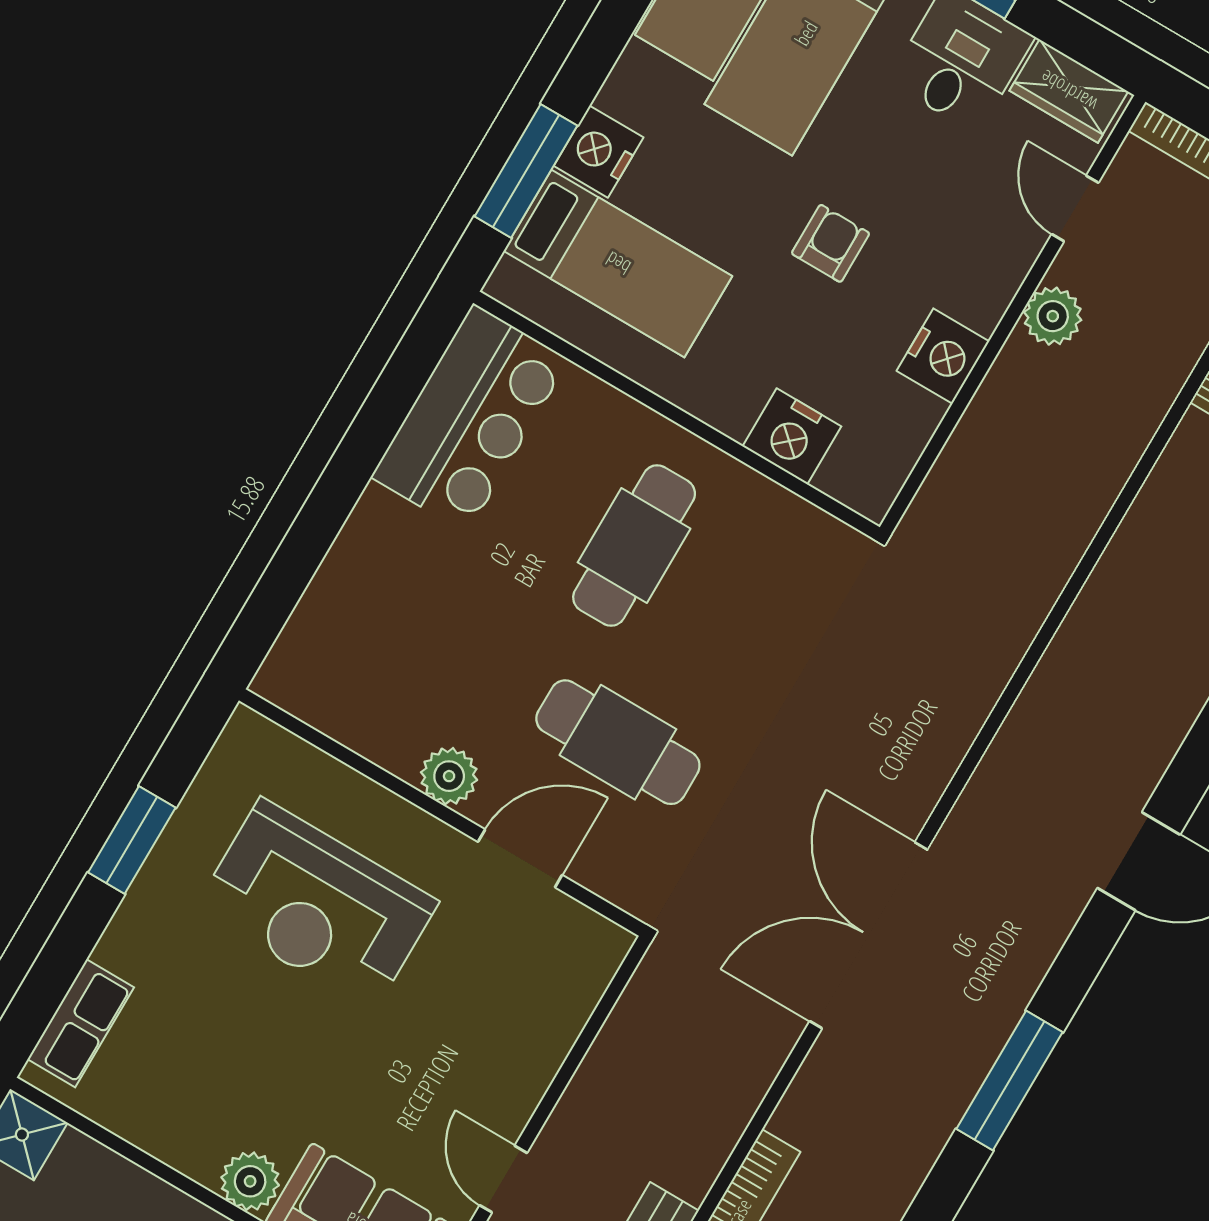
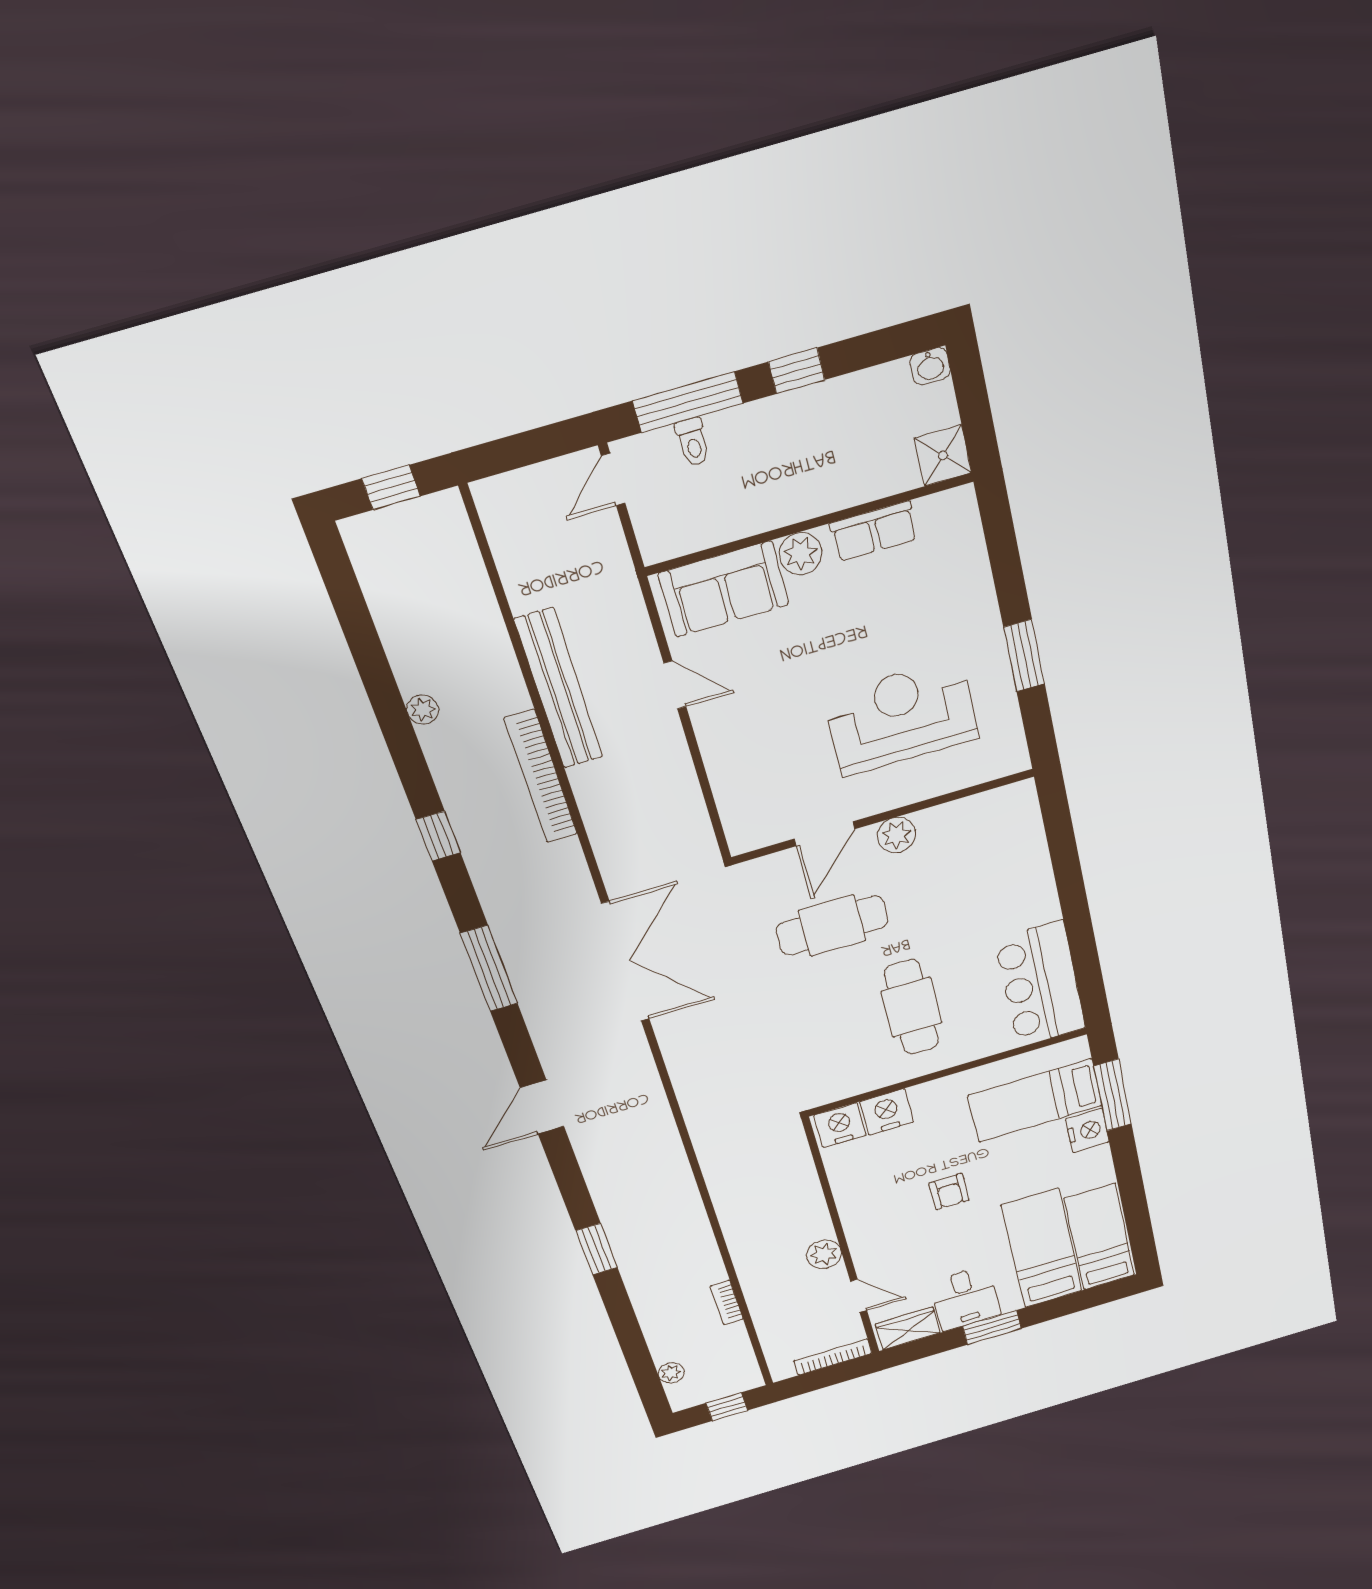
nightstand: (943, 356) -> (840, 1125), moved, turned 90
row of seats: (81, 1023) -> (874, 531), moved, turned -90

